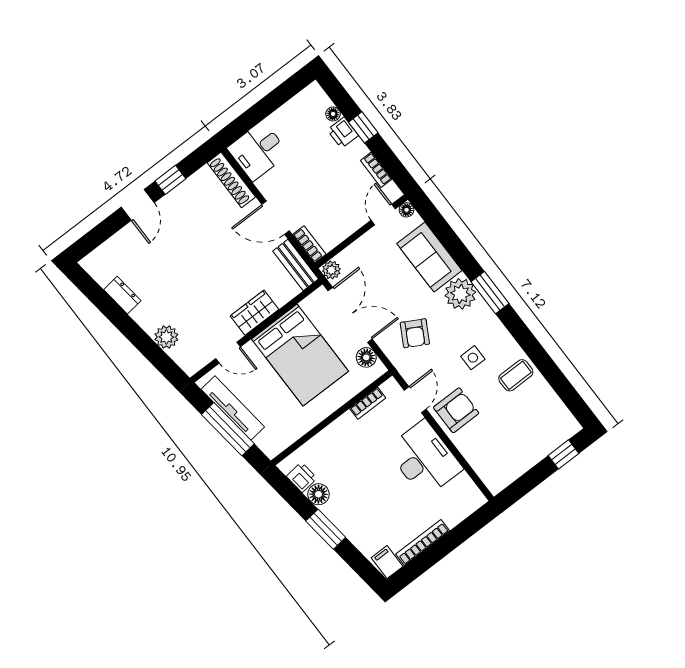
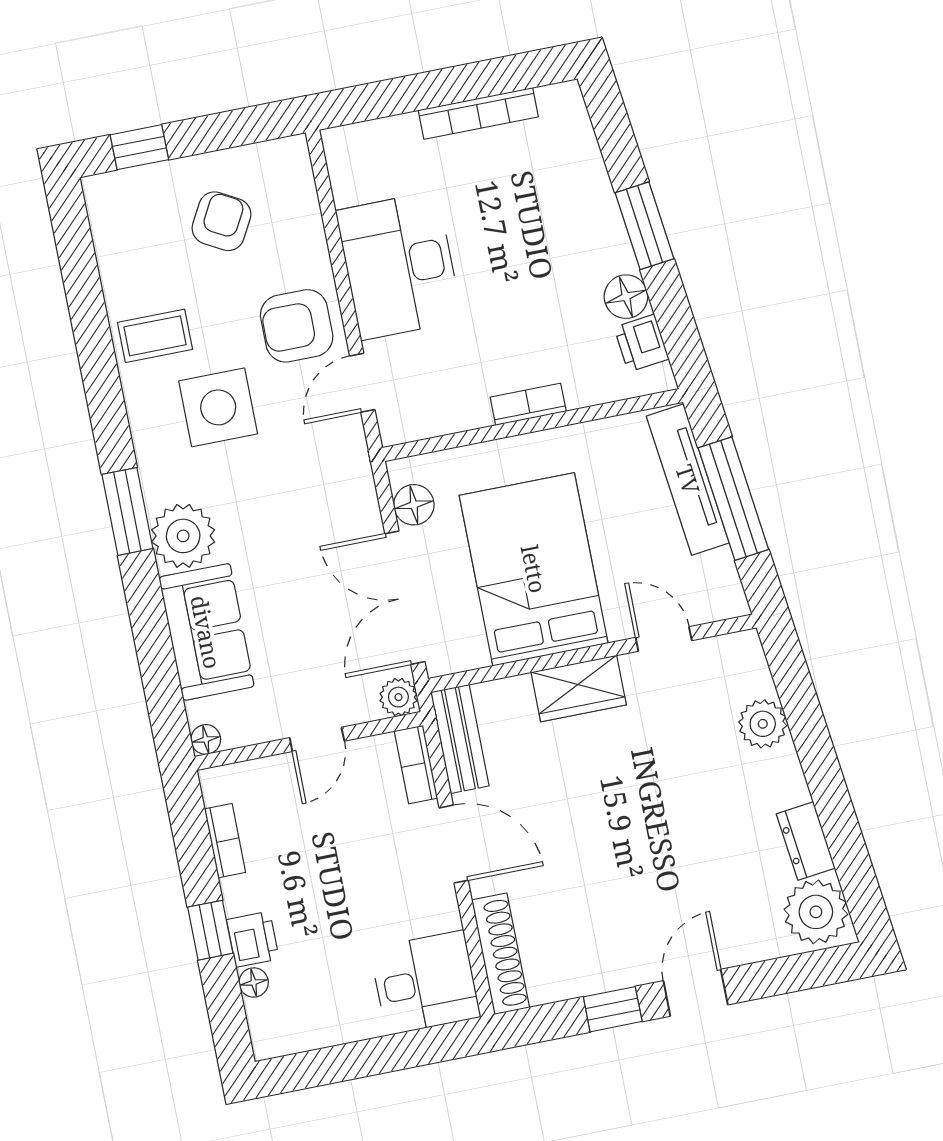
door: (383, 214) -> (317, 739), moved
plant: (103, 266) -> (816, 912), added
armchair: (415, 333) -> (221, 221), moved
side table: (473, 358) -> (218, 407), width x1.87, depth x1.87
bookcase: (368, 403) -> (528, 404), moved
tv unit: (233, 408) -> (688, 479), moved
filing cabinet: (387, 562) -> (562, 110), removed

